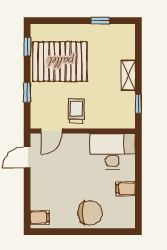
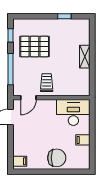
pallet: (60, 62) -> (35, 46), width x0.73, depth x0.71
window: (27, 92) -> (11, 69), width x2.17
window: (138, 104) -> (92, 78), removed

